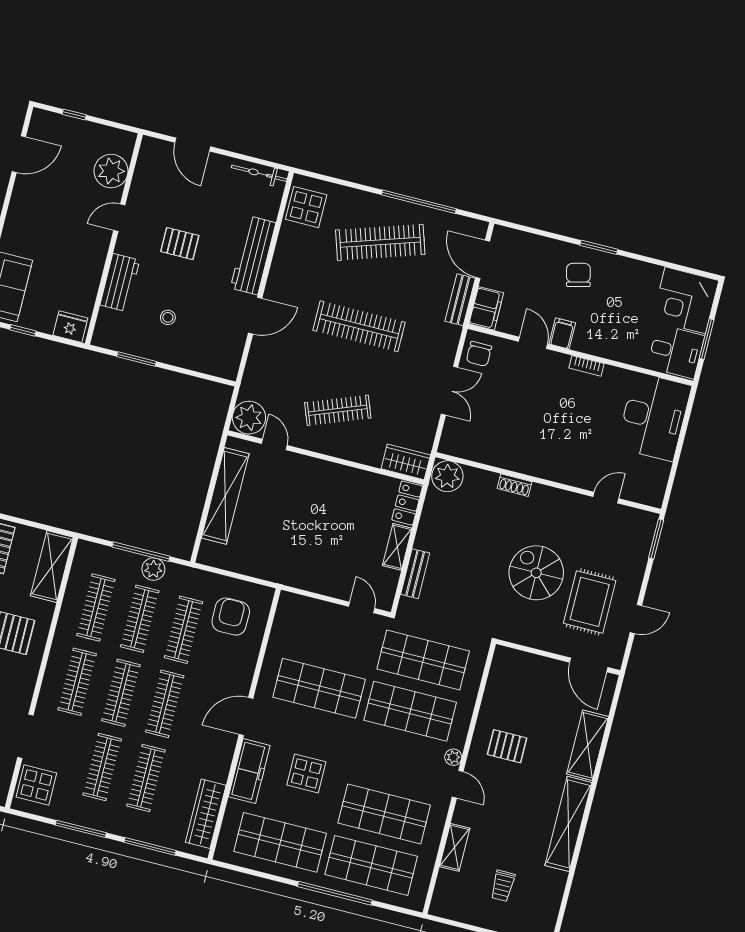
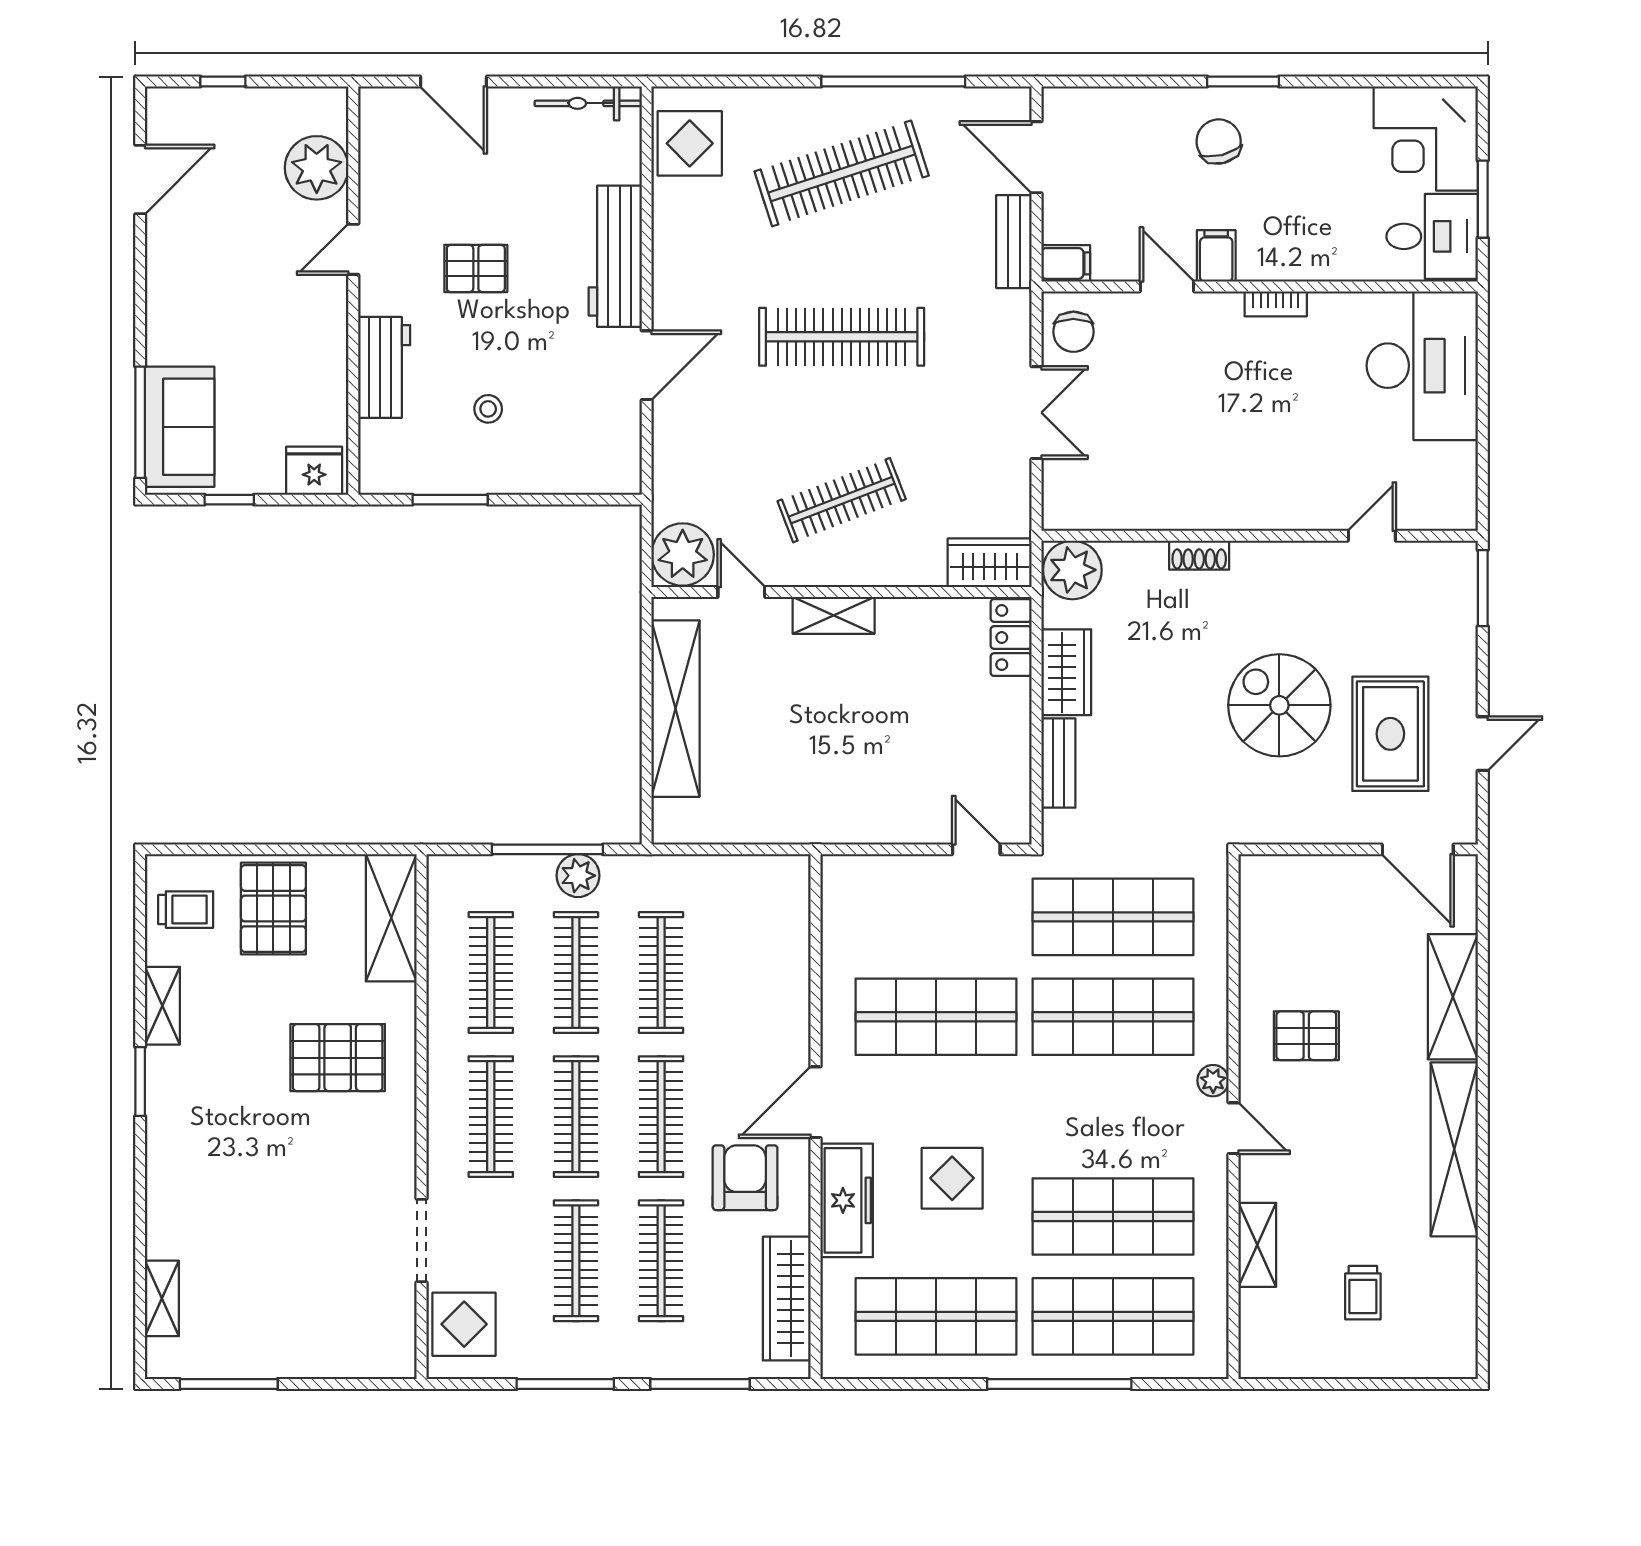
filing cabinet: (486, 308) -> (1066, 263), width x0.50
wardrobe: (431, 528) -> (1066, 672), added
shelving: (397, 547) -> (834, 615), moved, turned 90
armchair: (231, 617) -> (745, 1178), moved

